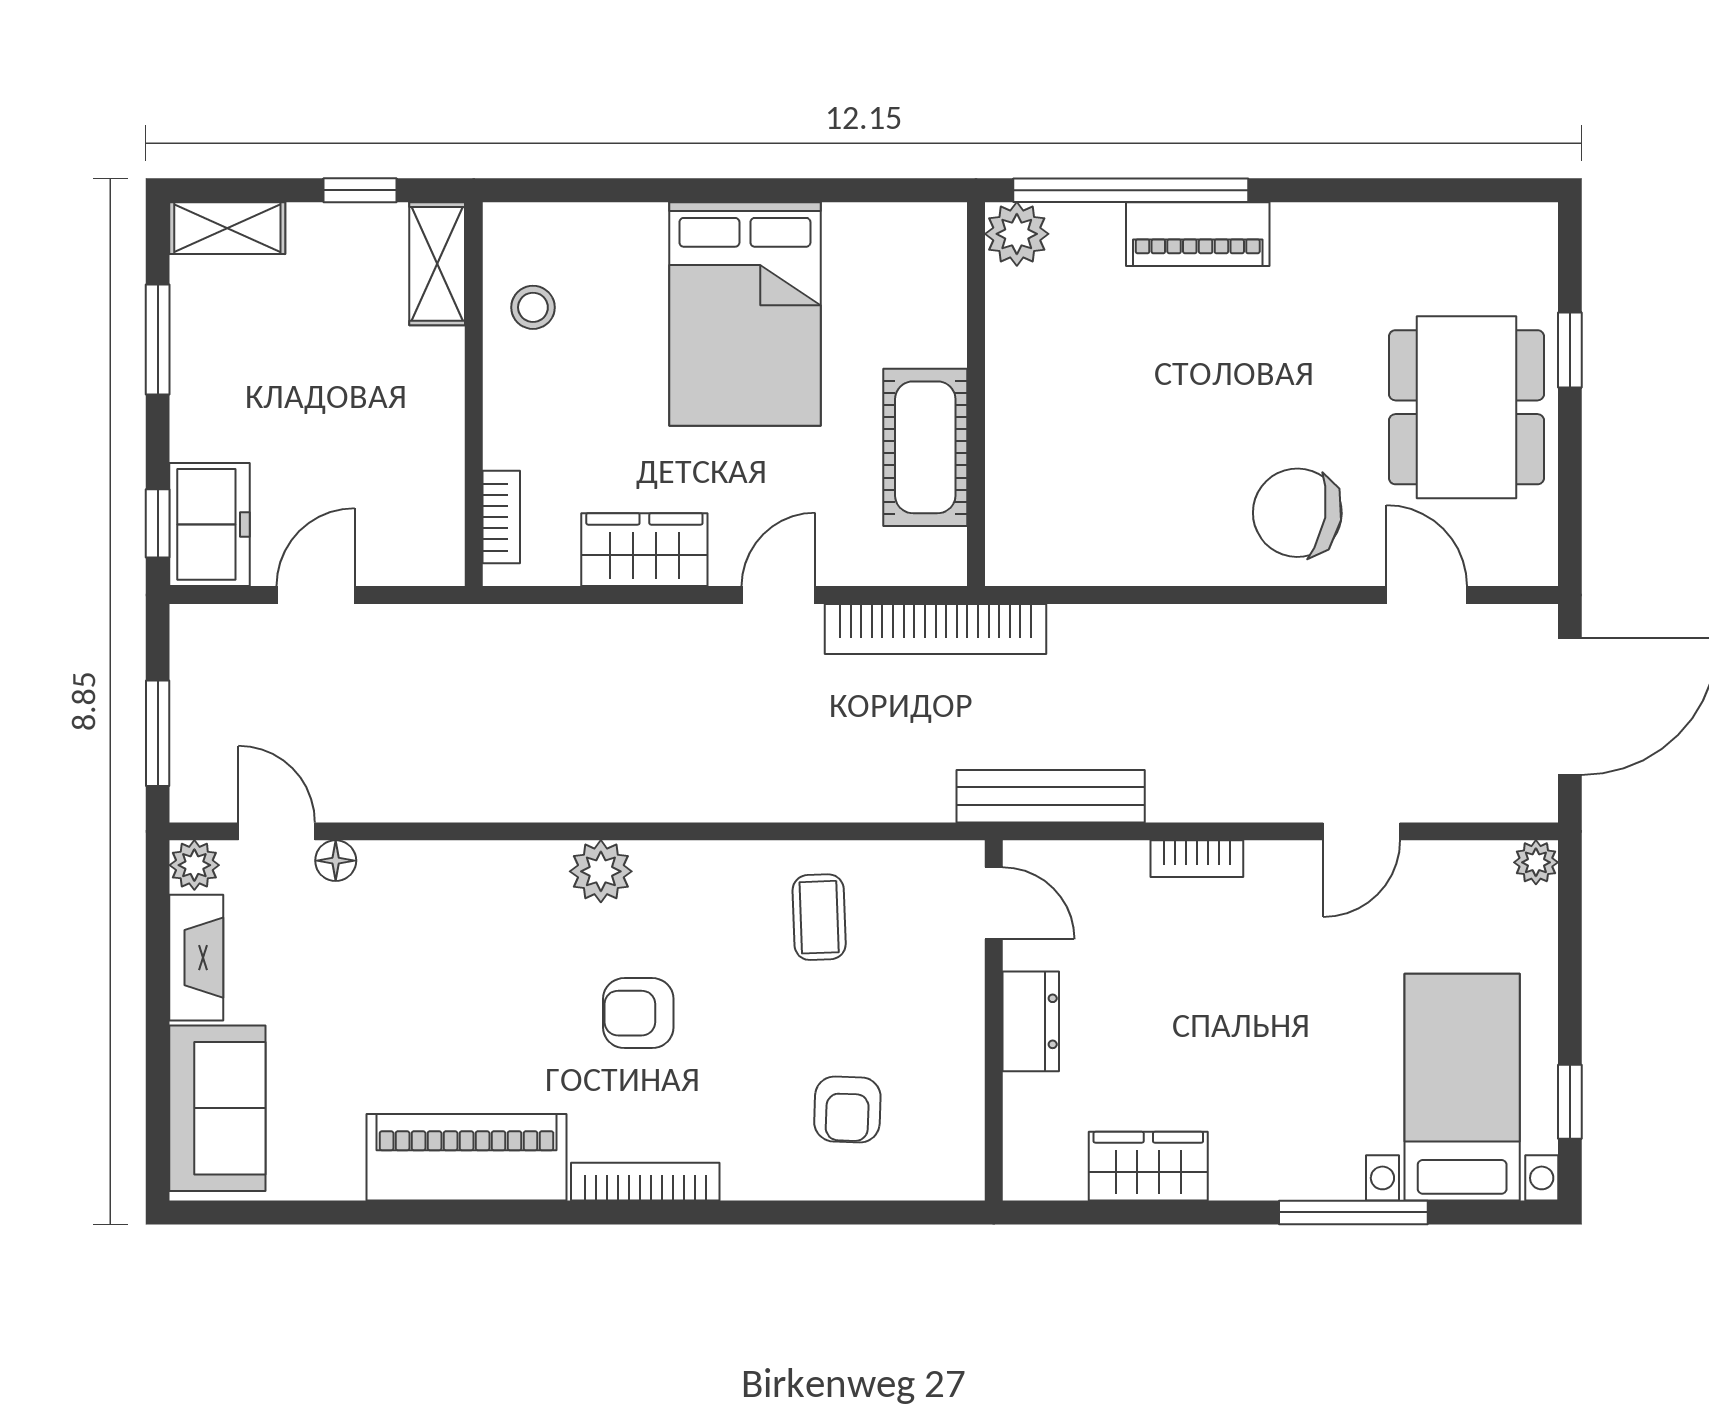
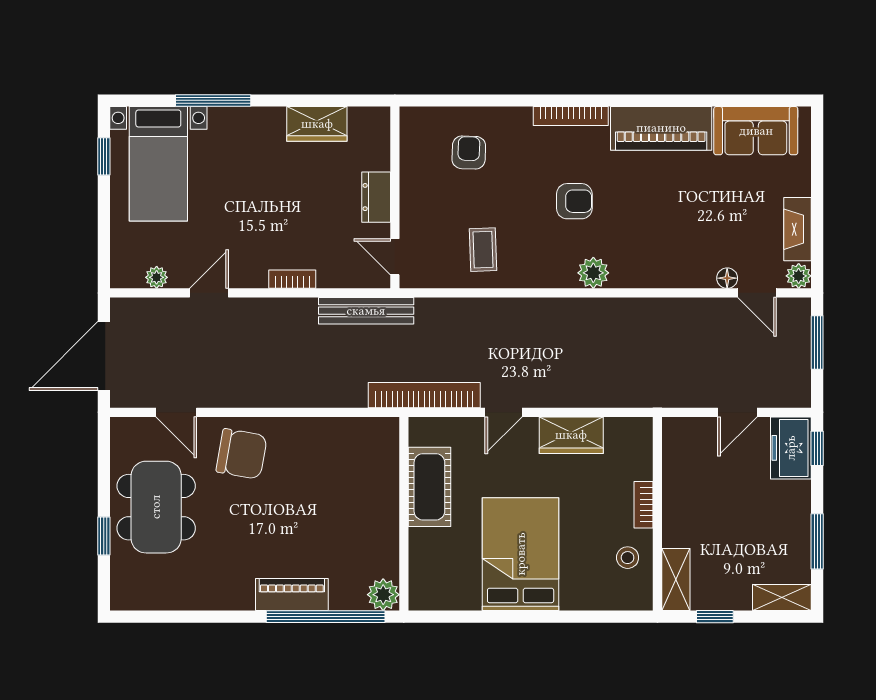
bookcase: (501, 517) -> (644, 505), moved
plant: (1536, 862) -> (157, 277), moved
sofa: (217, 1108) -> (756, 131), moved, turned -90

